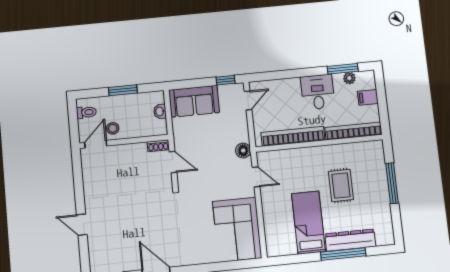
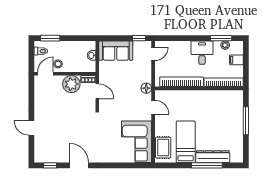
window: (123, 90) -> (50, 38), moved
plant: (135, 155) -> (71, 84), added
rug: (341, 185) -> (163, 148), moved

